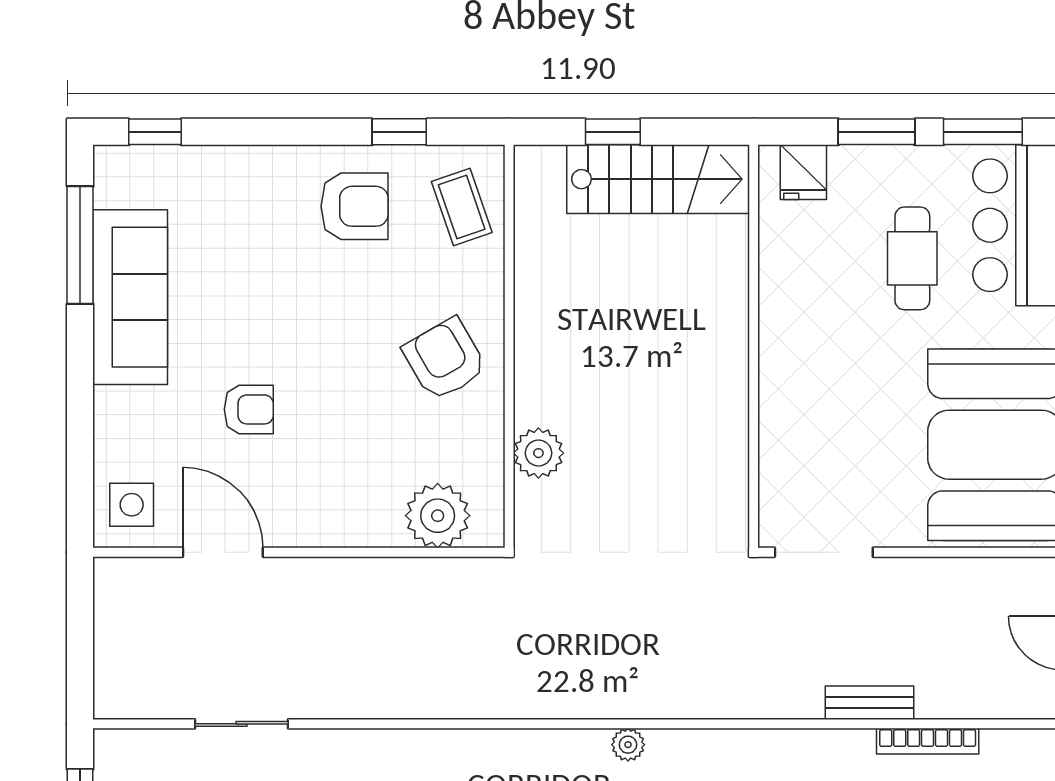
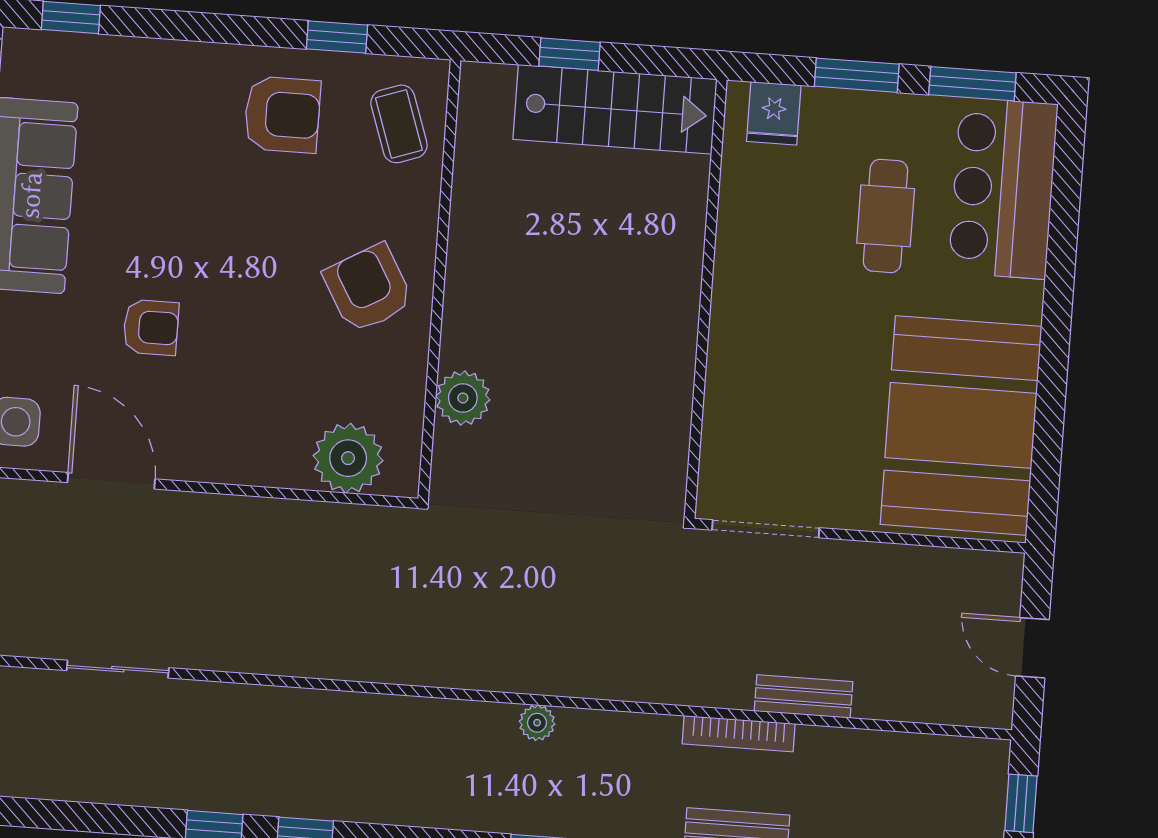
bookcase: (928, 741) -> (739, 734), moved

